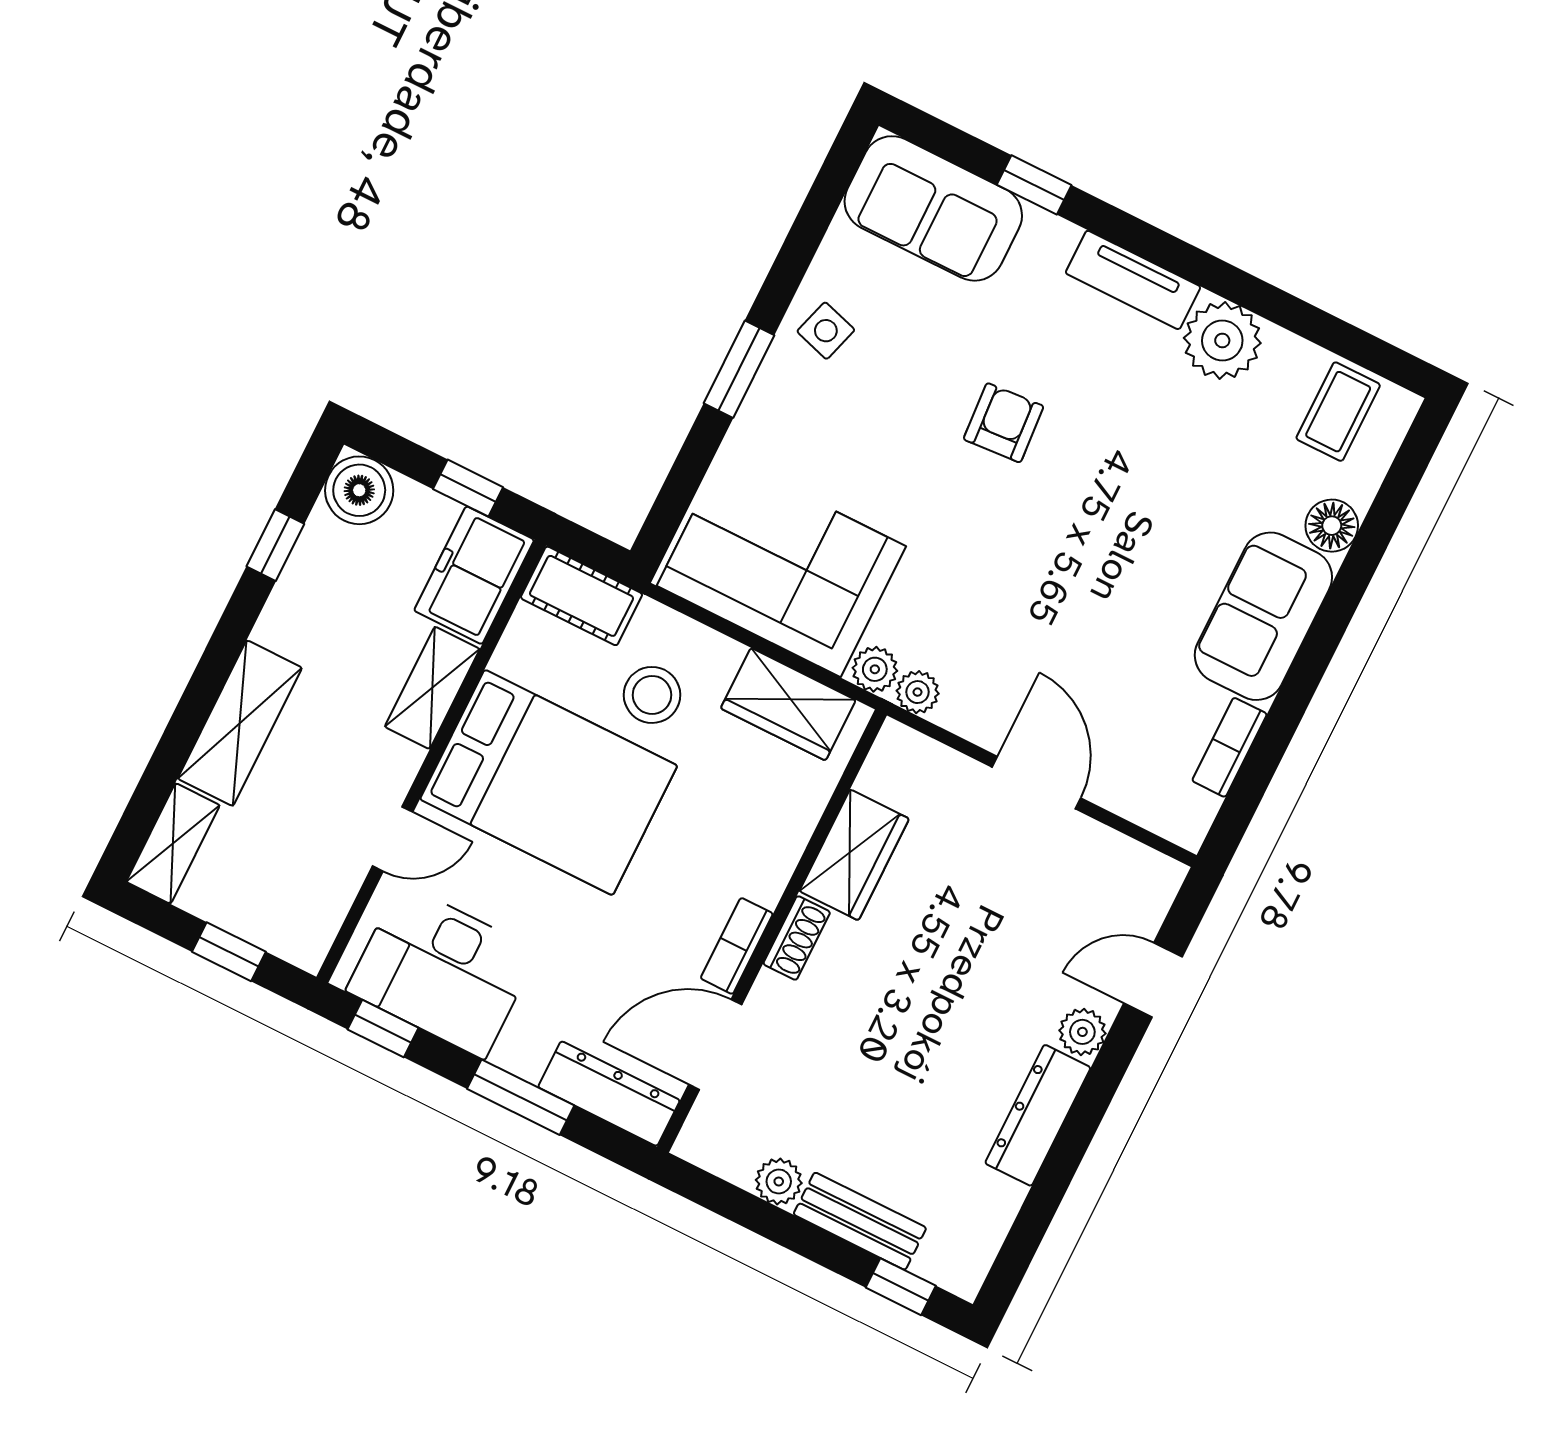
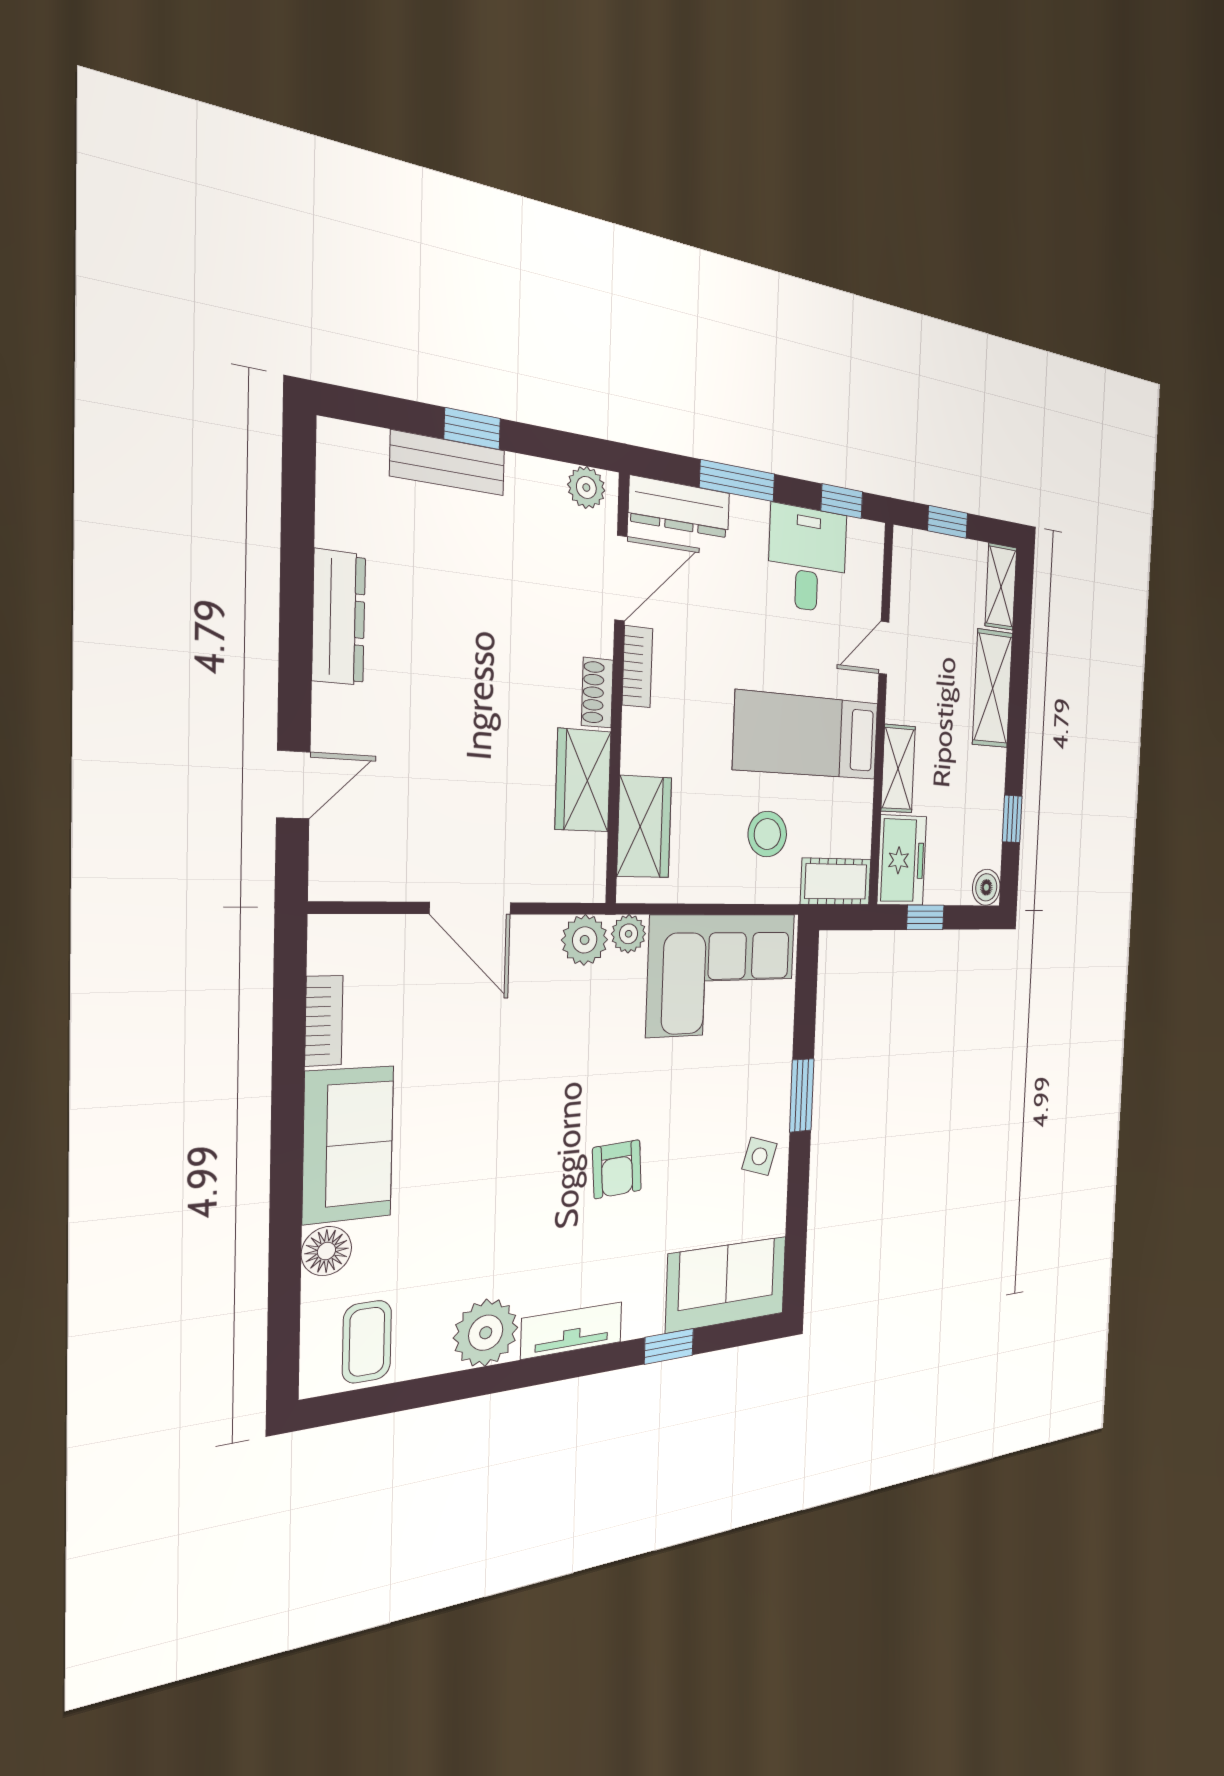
boiler: (359, 490) -> (986, 887), width x0.73, depth x0.73
plant: (918, 692) -> (585, 940), width x1.38, depth x1.38
wardrobe: (788, 704) -> (644, 827), moved, turned 90
bed: (549, 782) -> (807, 736), width x0.67
desk: (442, 971) -> (807, 559), width x0.73
plant: (1082, 1032) -> (334, 710), removed
plant: (779, 1181) -> (586, 487), moved
window: (901, 1287) -> (472, 429), moved

